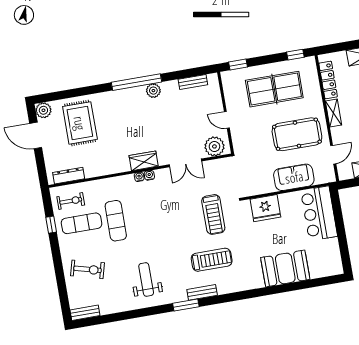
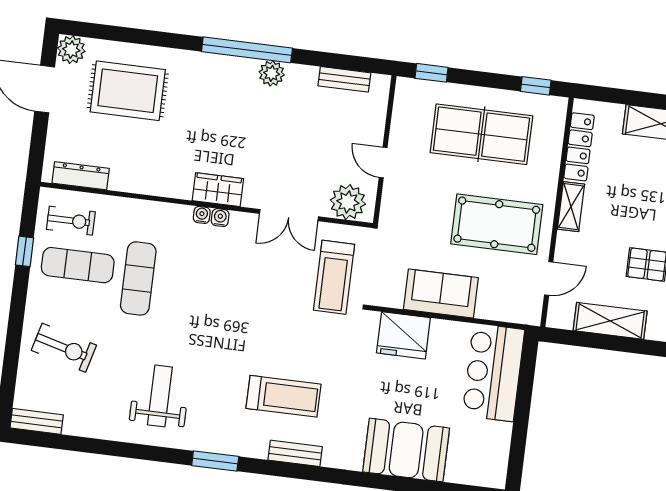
rug: (80, 123) -> (128, 91), turned 90
sofa: (294, 177) -> (441, 294), moved
treadmill: (213, 214) -> (334, 277), moved
bench: (202, 292) -> (295, 453), moved

